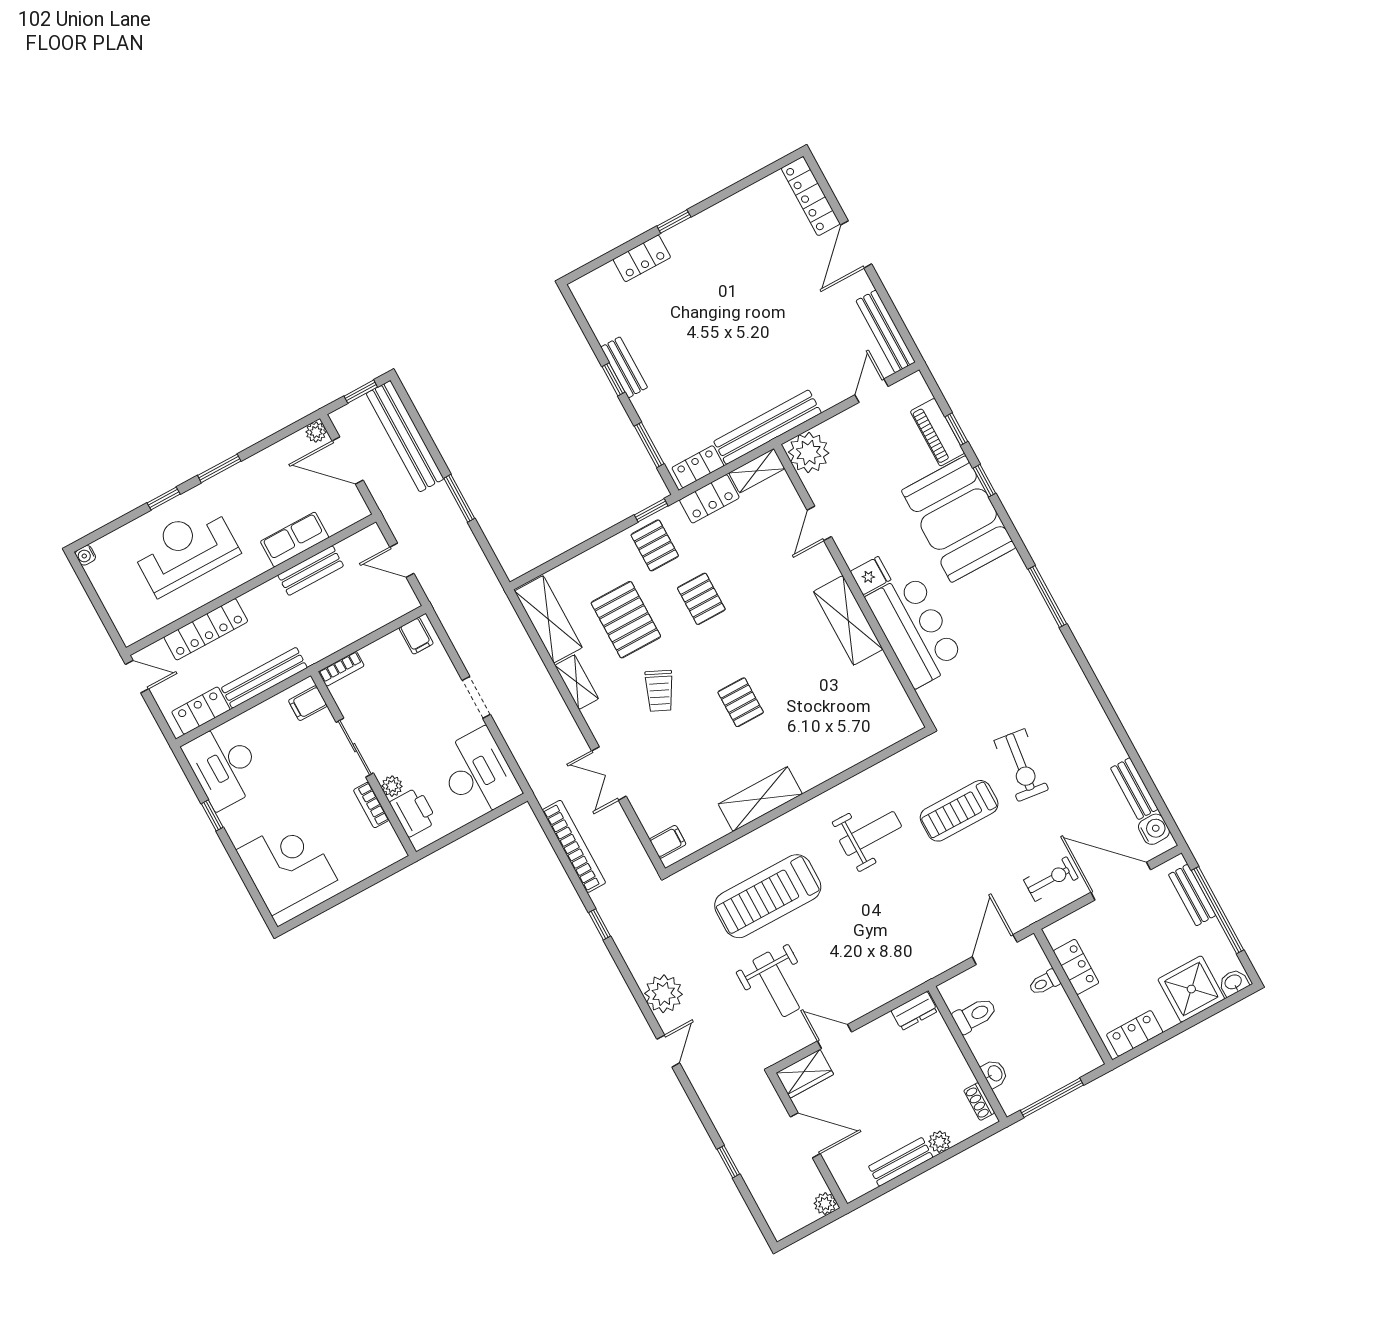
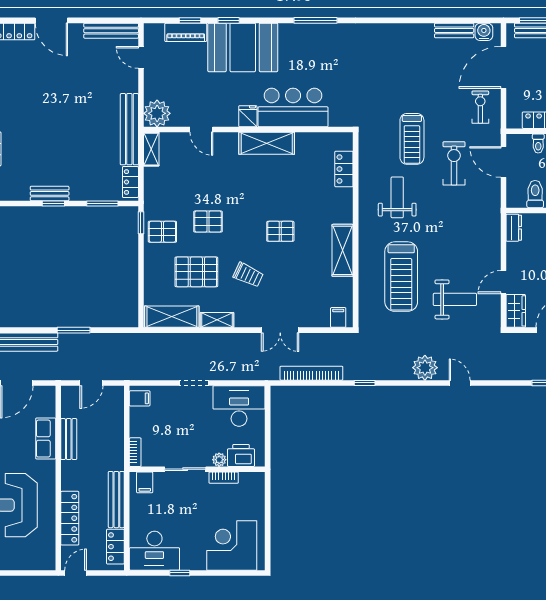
locker: (709, 499) -> (344, 169), moved, turned 180
exercise bike: (1021, 765) -> (454, 163), moved, turned -97

